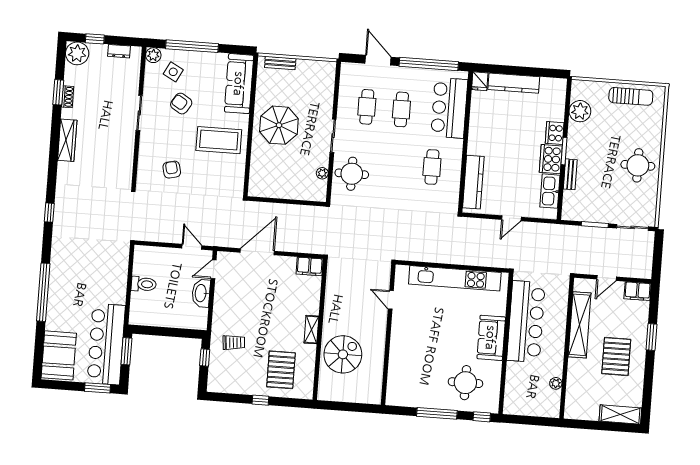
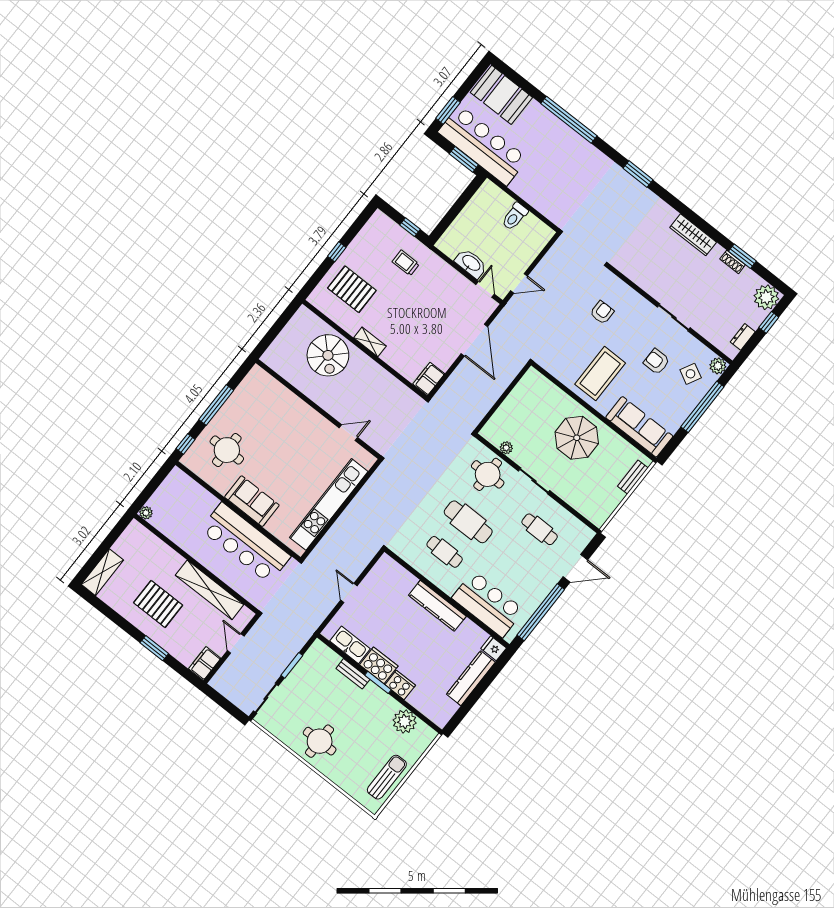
sun lounger: (631, 96) -> (387, 777), turned 180
armchair: (181, 104) -> (657, 362), turned -122
cafe table: (401, 109) -> (468, 522), moved, width x1.37, depth x1.35
armchair: (172, 170) -> (602, 312), turned -77
kitchen counter: (473, 182) -> (437, 606), moved
window: (49, 213) -> (638, 174), width x1.50
trolley: (234, 343) -> (406, 263), turned 95
plant: (556, 383) -> (146, 513), moved

